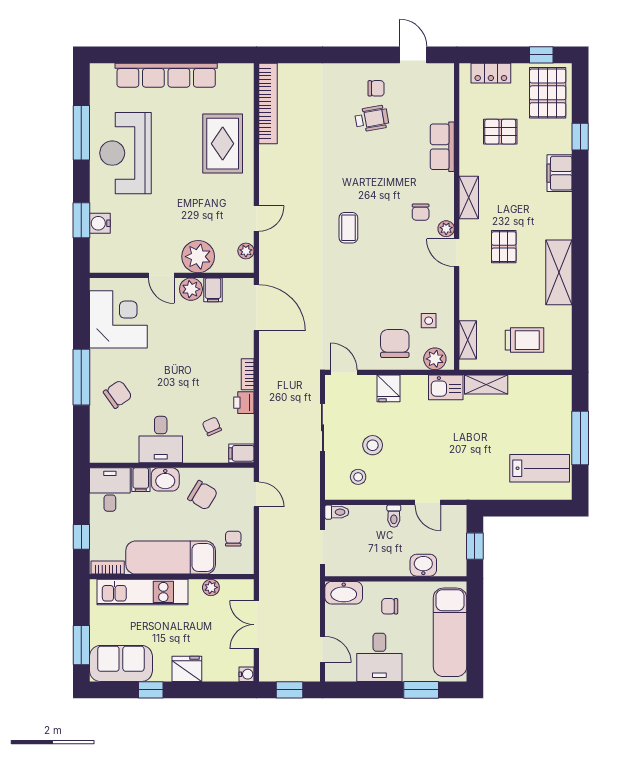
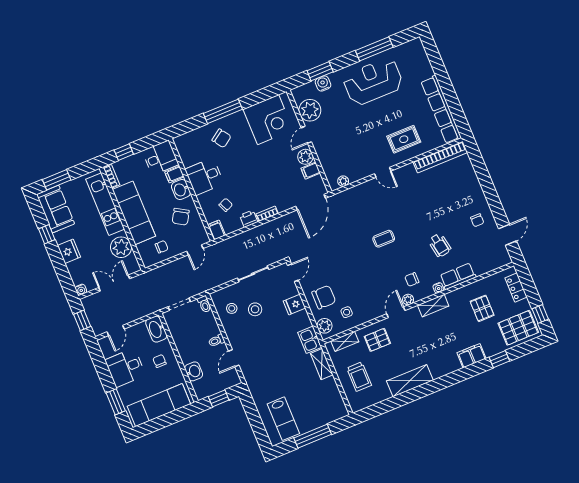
row of seats: (166, 75) -> (441, 110), moved
wheelchair: (372, 119) -> (440, 245), moved
rug: (223, 144) -> (404, 139), width x0.73, depth x0.70
water cooler: (447, 180) -> (438, 288), added
door: (256, 219) -> (383, 172), moved
pallet: (504, 247) -> (377, 340), moved
plant: (198, 257) -> (310, 110), moved
plant: (211, 587) -> (121, 247), width x1.87, depth x1.87

